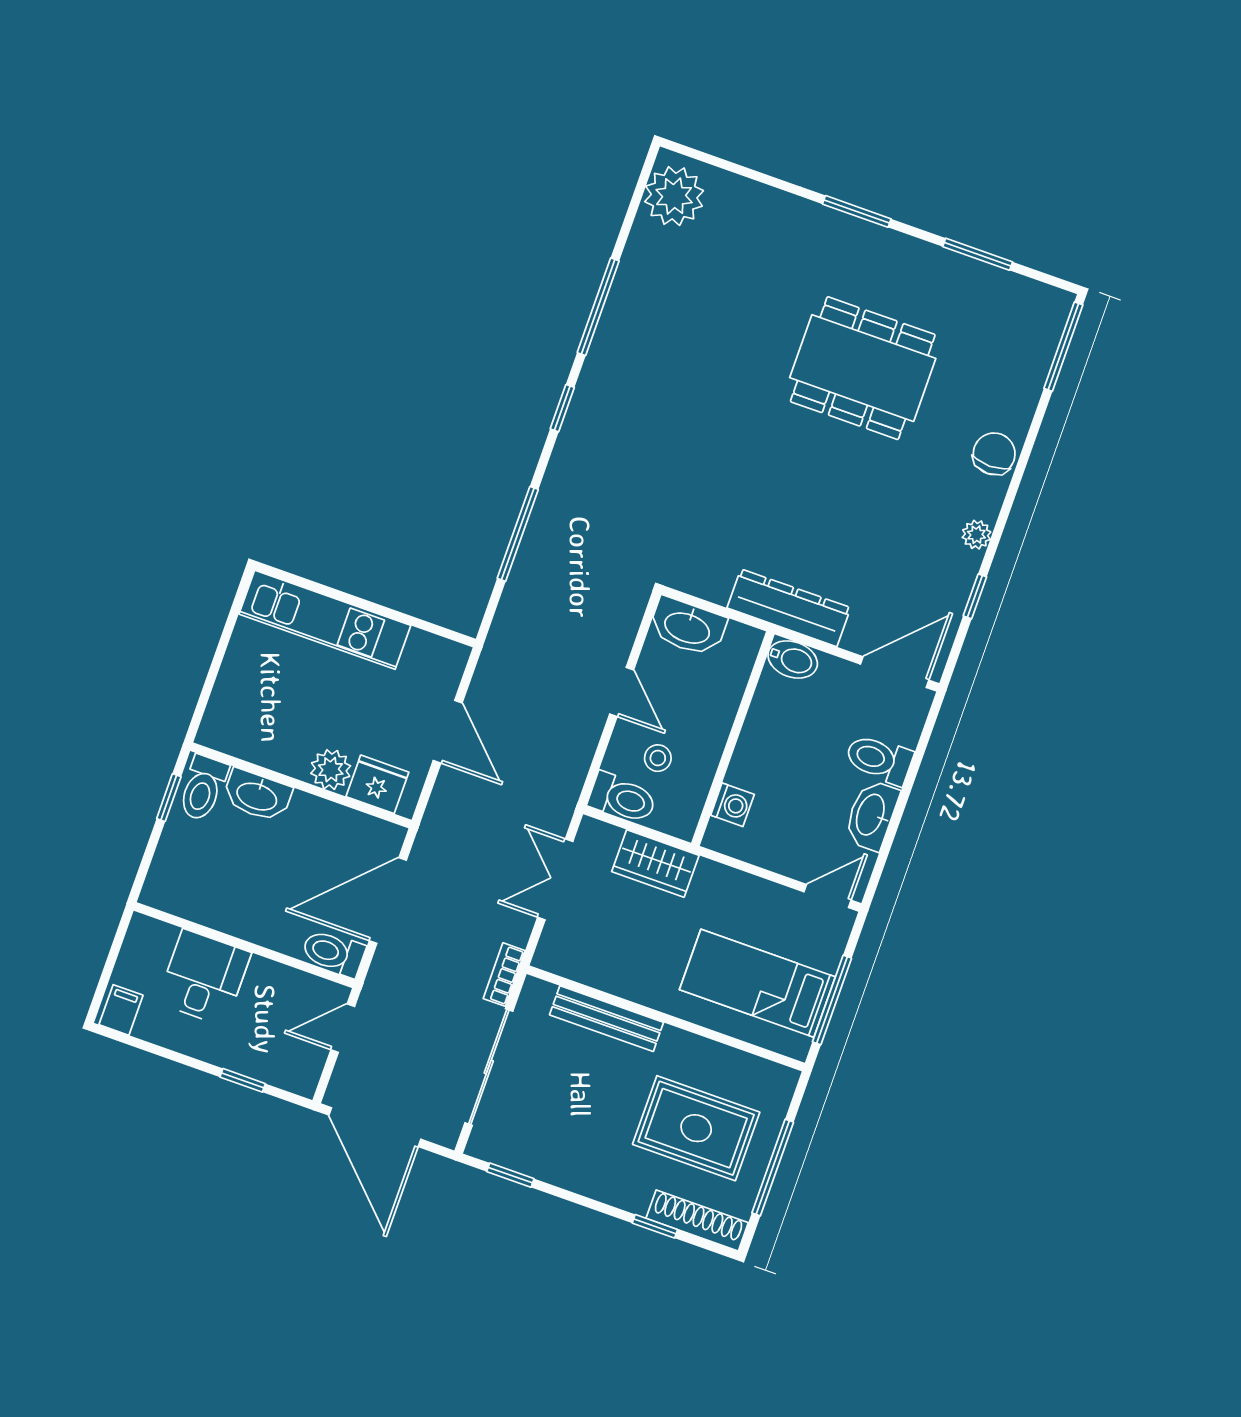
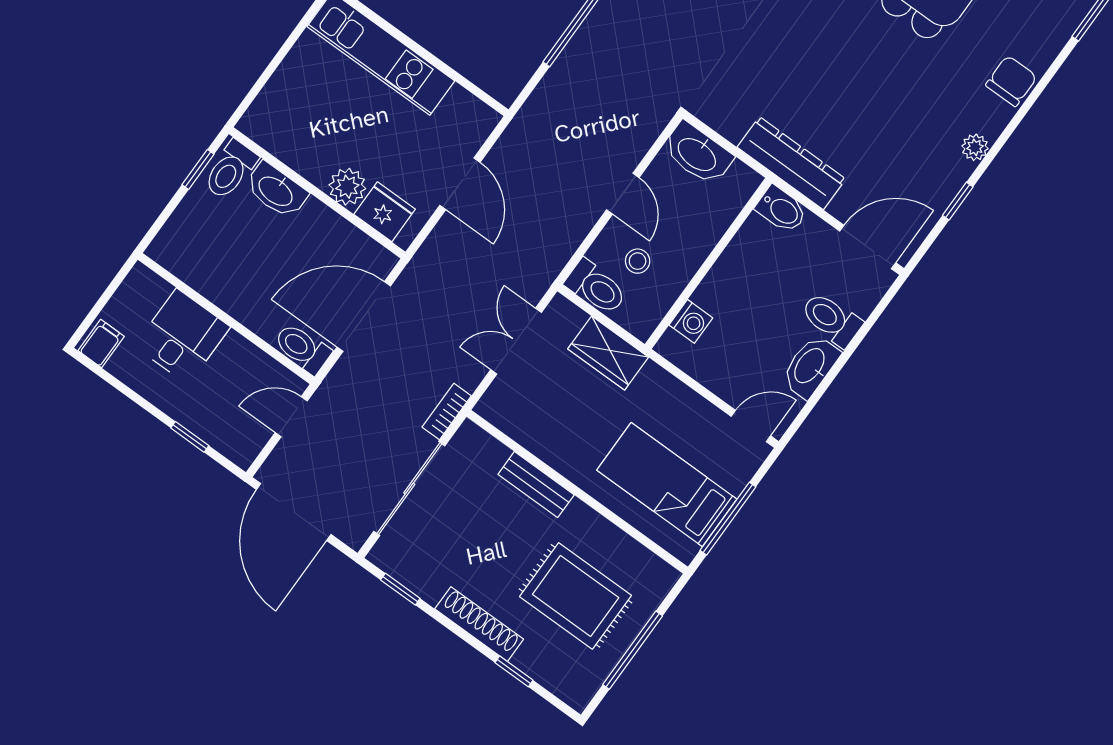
bench: (607, 1019) -> (536, 485), width x0.73
shoe rack: (697, 1220) -> (479, 624), moved

